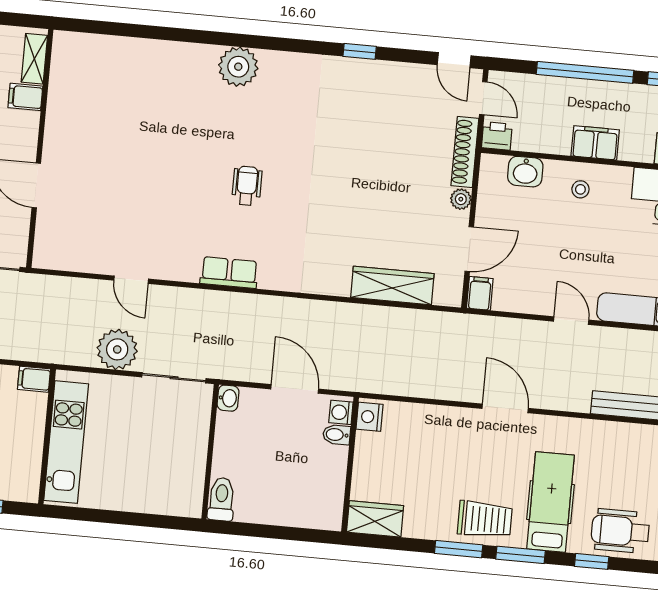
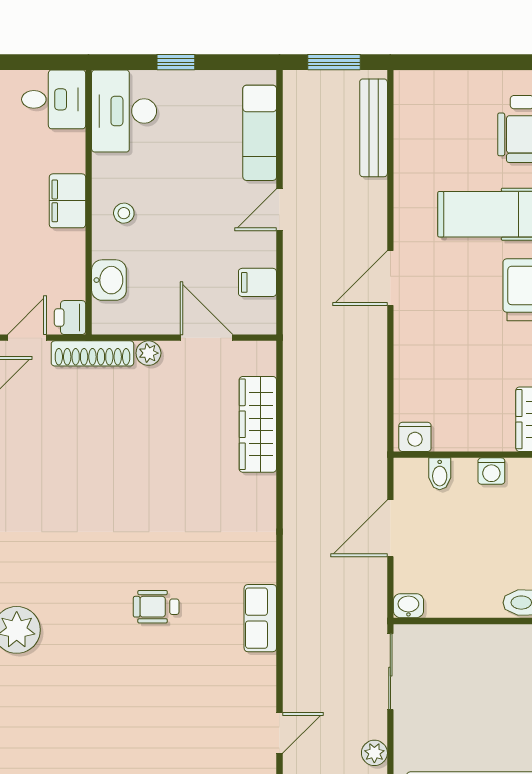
filing cabinet: (480, 293) -> (257, 282), moved
plant: (117, 349) -> (374, 753), width x0.53, depth x0.53
washing machine: (341, 412) -> (491, 471), moved

